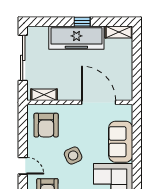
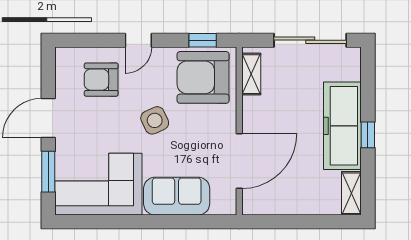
window: (23, 125) -> (203, 40), added
armchair: (46, 125) -> (203, 77), width x1.36, depth x1.36

